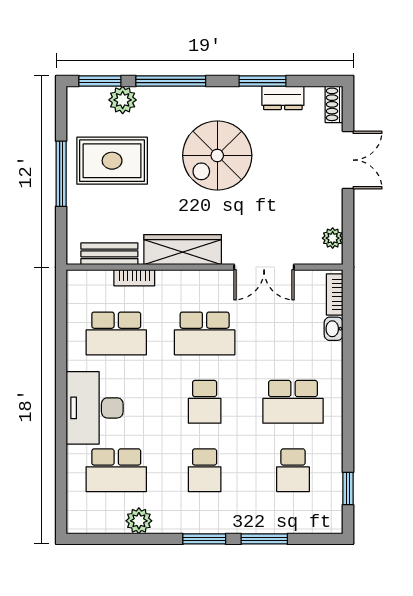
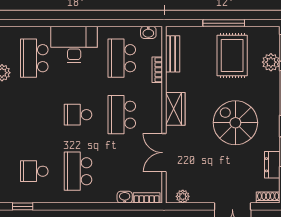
wardrobe: (183, 250) -> (175, 109), width x0.67
washbasin: (76, 292) -> (148, 32), added
school desk: (205, 470) -> (34, 115), removed

